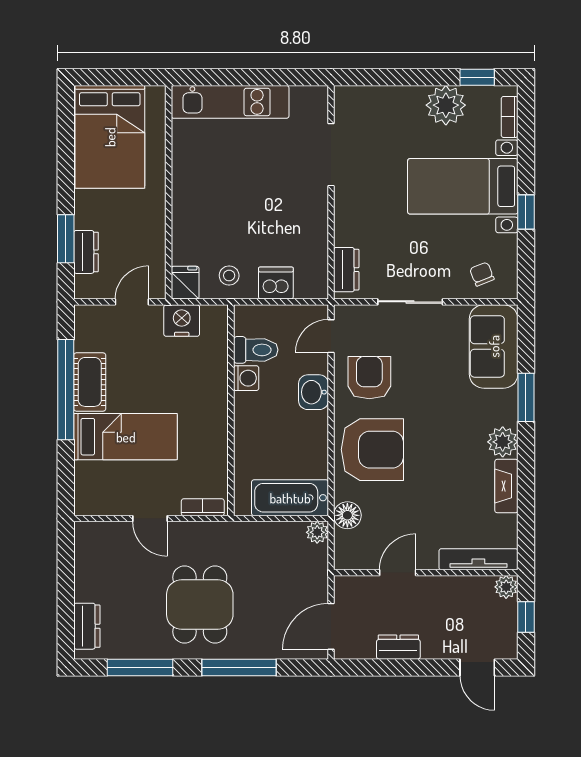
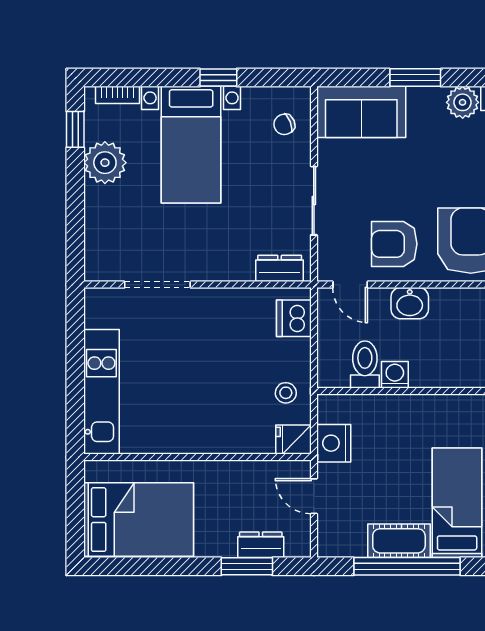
dishwasher: (276, 283) -> (294, 318), moved

